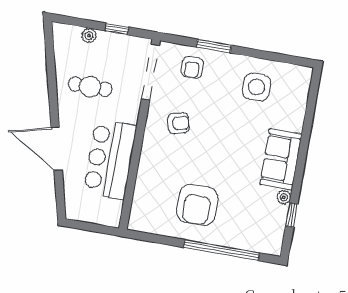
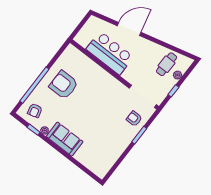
cafe table: (90, 87) -> (167, 64), moved
side table: (256, 87) -> (107, 146), removed
armchair: (178, 123) -> (35, 111), moved

